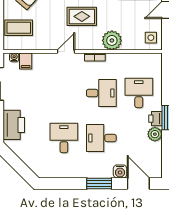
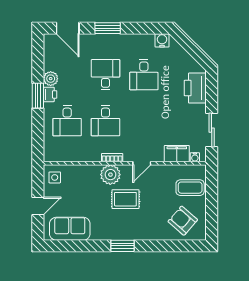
plant: (112, 40) -> (110, 175), moved
filing cabinet: (26, 61) -> (177, 154), width x2.00
desk: (101, 93) -> (105, 121), turned -90
desk: (101, 138) -> (105, 75), turned -90
water cooler: (120, 171) -> (162, 40), moved

